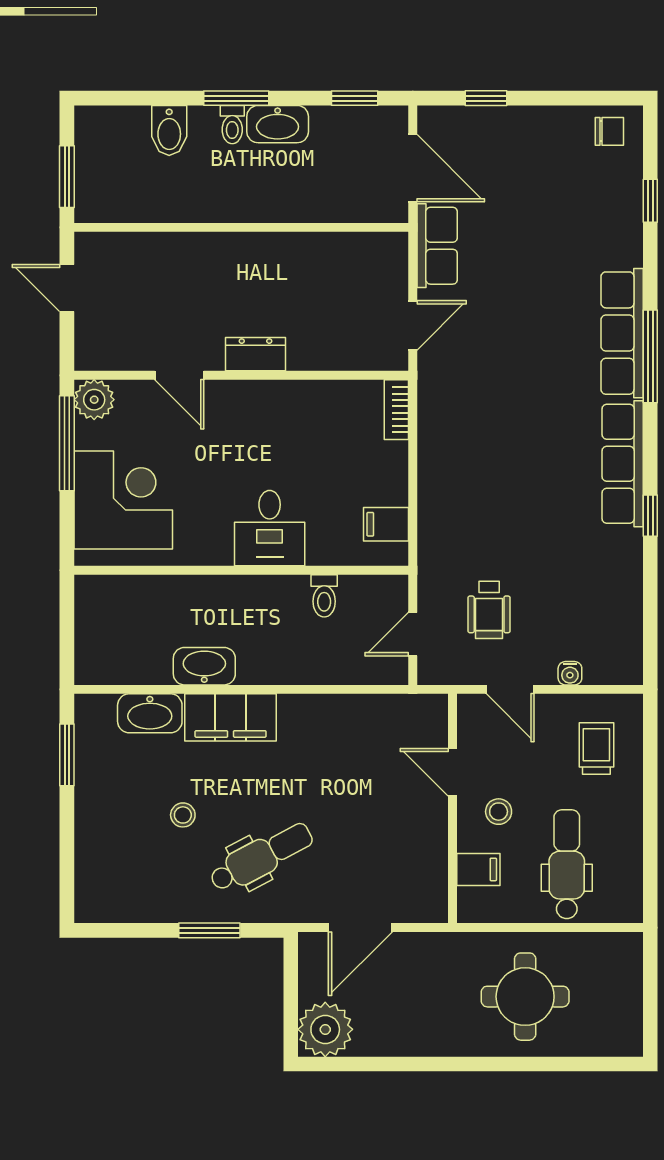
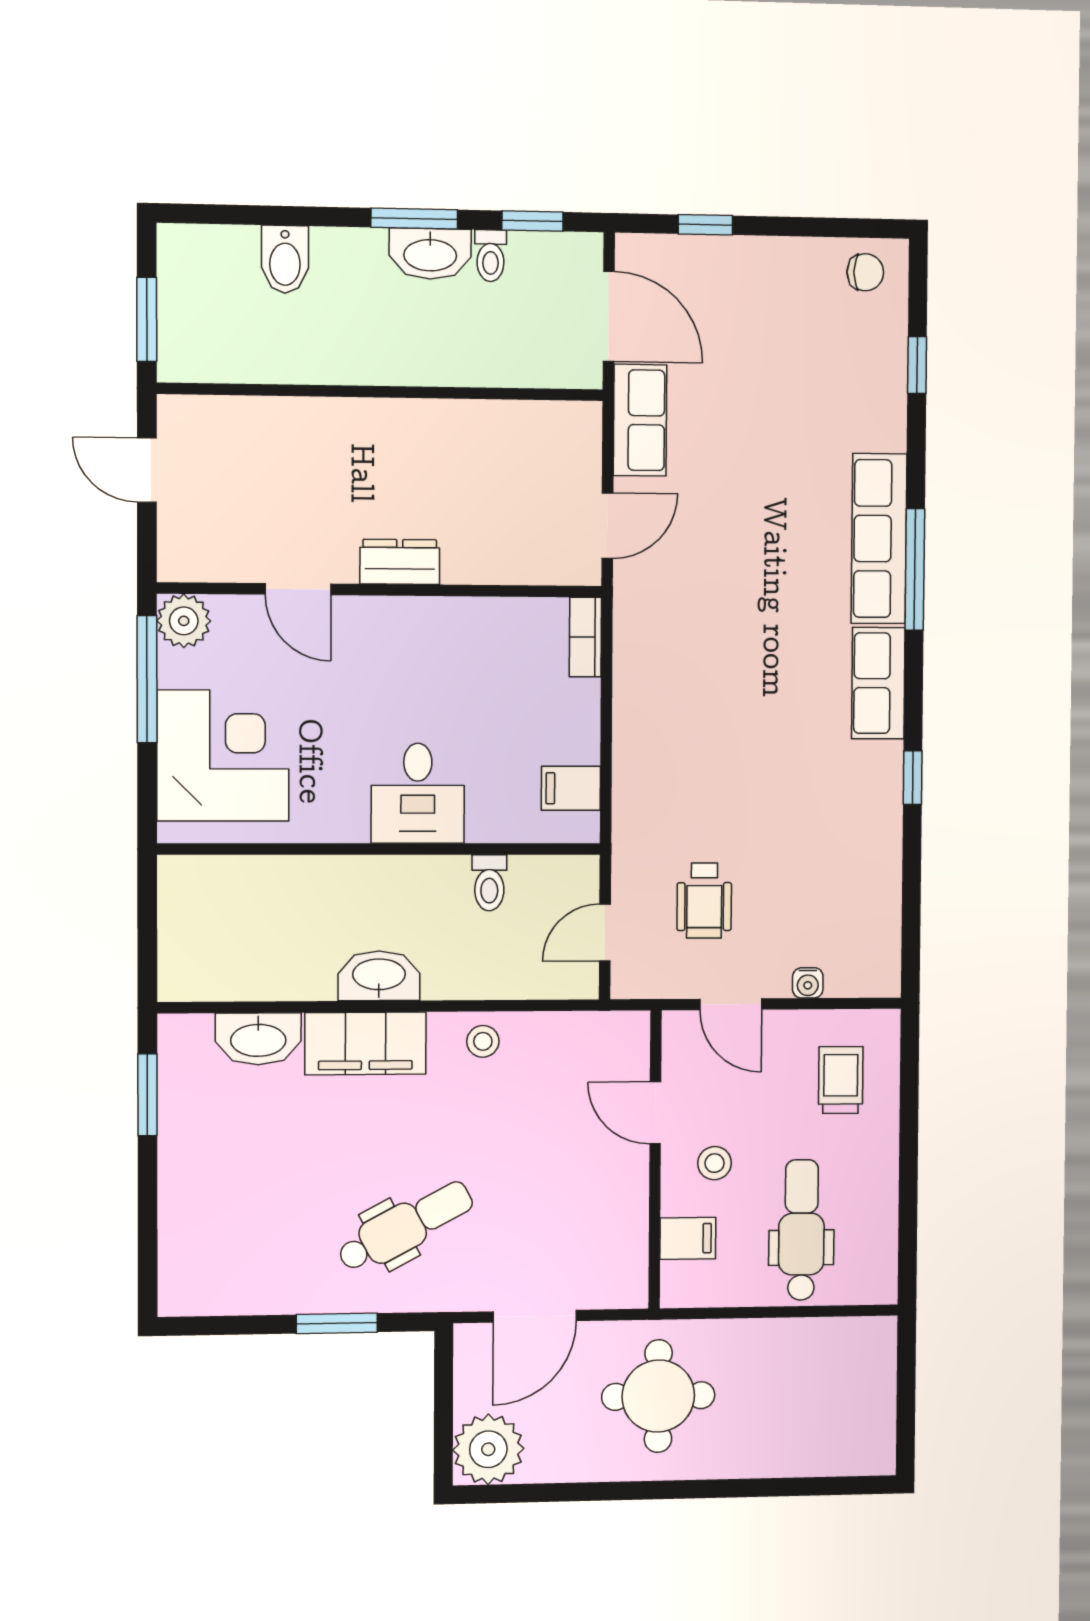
window: (236, 98) -> (414, 218), moved
toilet: (232, 125) -> (491, 256), moved
row of seats: (623, 464) -> (878, 683), width x0.68
washbasin: (204, 666) -> (379, 976), moved
stool: (183, 815) -> (483, 1041), moved
round table: (525, 997) -> (658, 1396), moved

